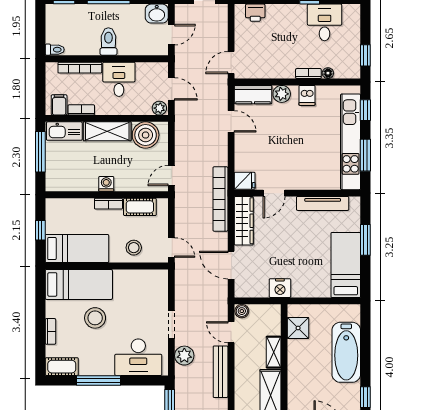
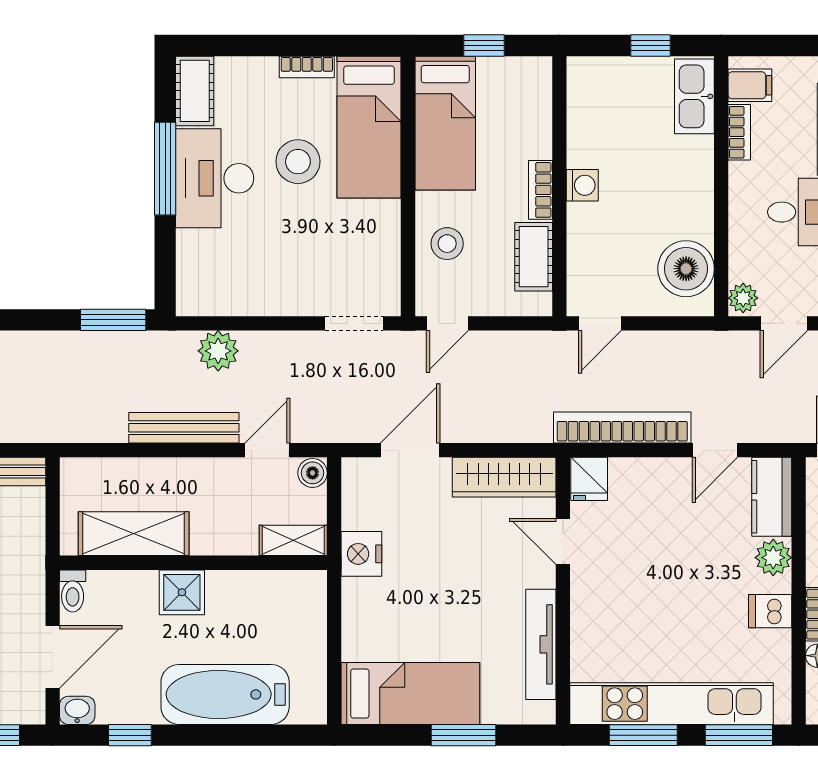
window: (365, 110) -> (739, 735), width x1.50
shelving: (107, 131) -> (694, 187), removed
window: (40, 152) -> (650, 45), width x0.46
door: (171, 176) -> (600, 323), swing flipped
bookcase: (220, 199) -> (622, 428), moved
doorway: (171, 325) -> (354, 323), moved
shower: (298, 328) -> (182, 592), moved
bookcase: (50, 331) -> (307, 67), moved
shelving: (274, 352) -> (293, 540), moved
desk: (138, 357) -> (215, 178), moved

